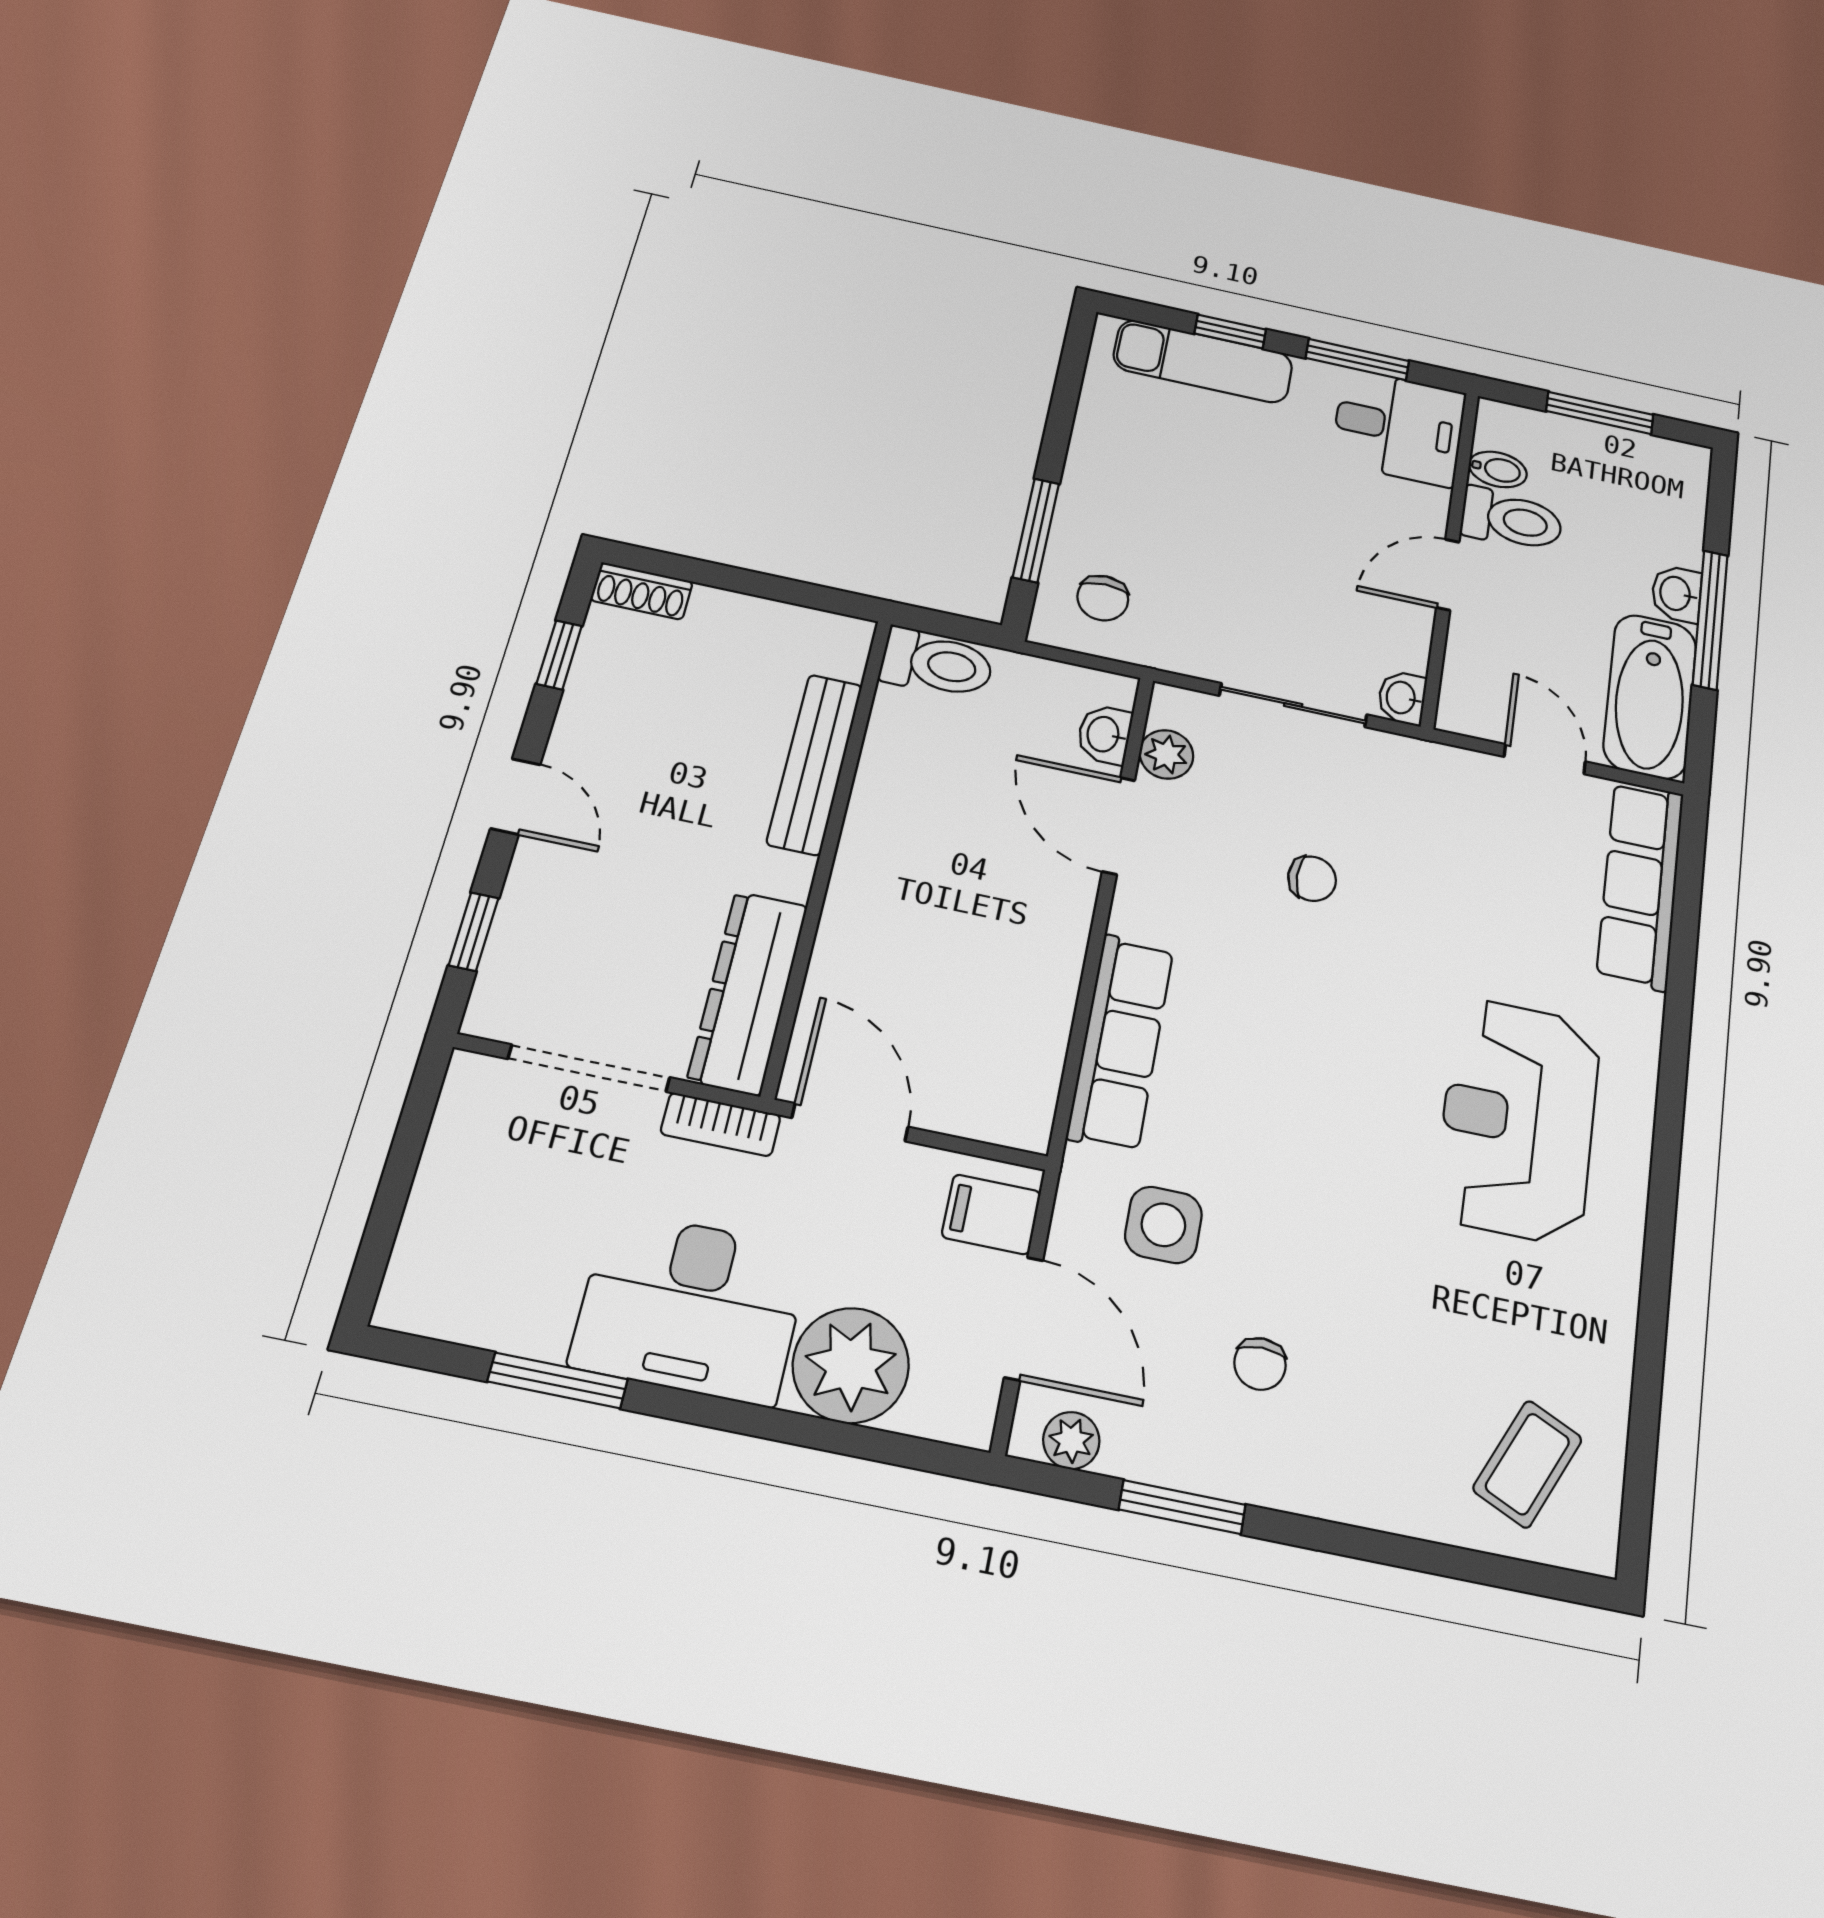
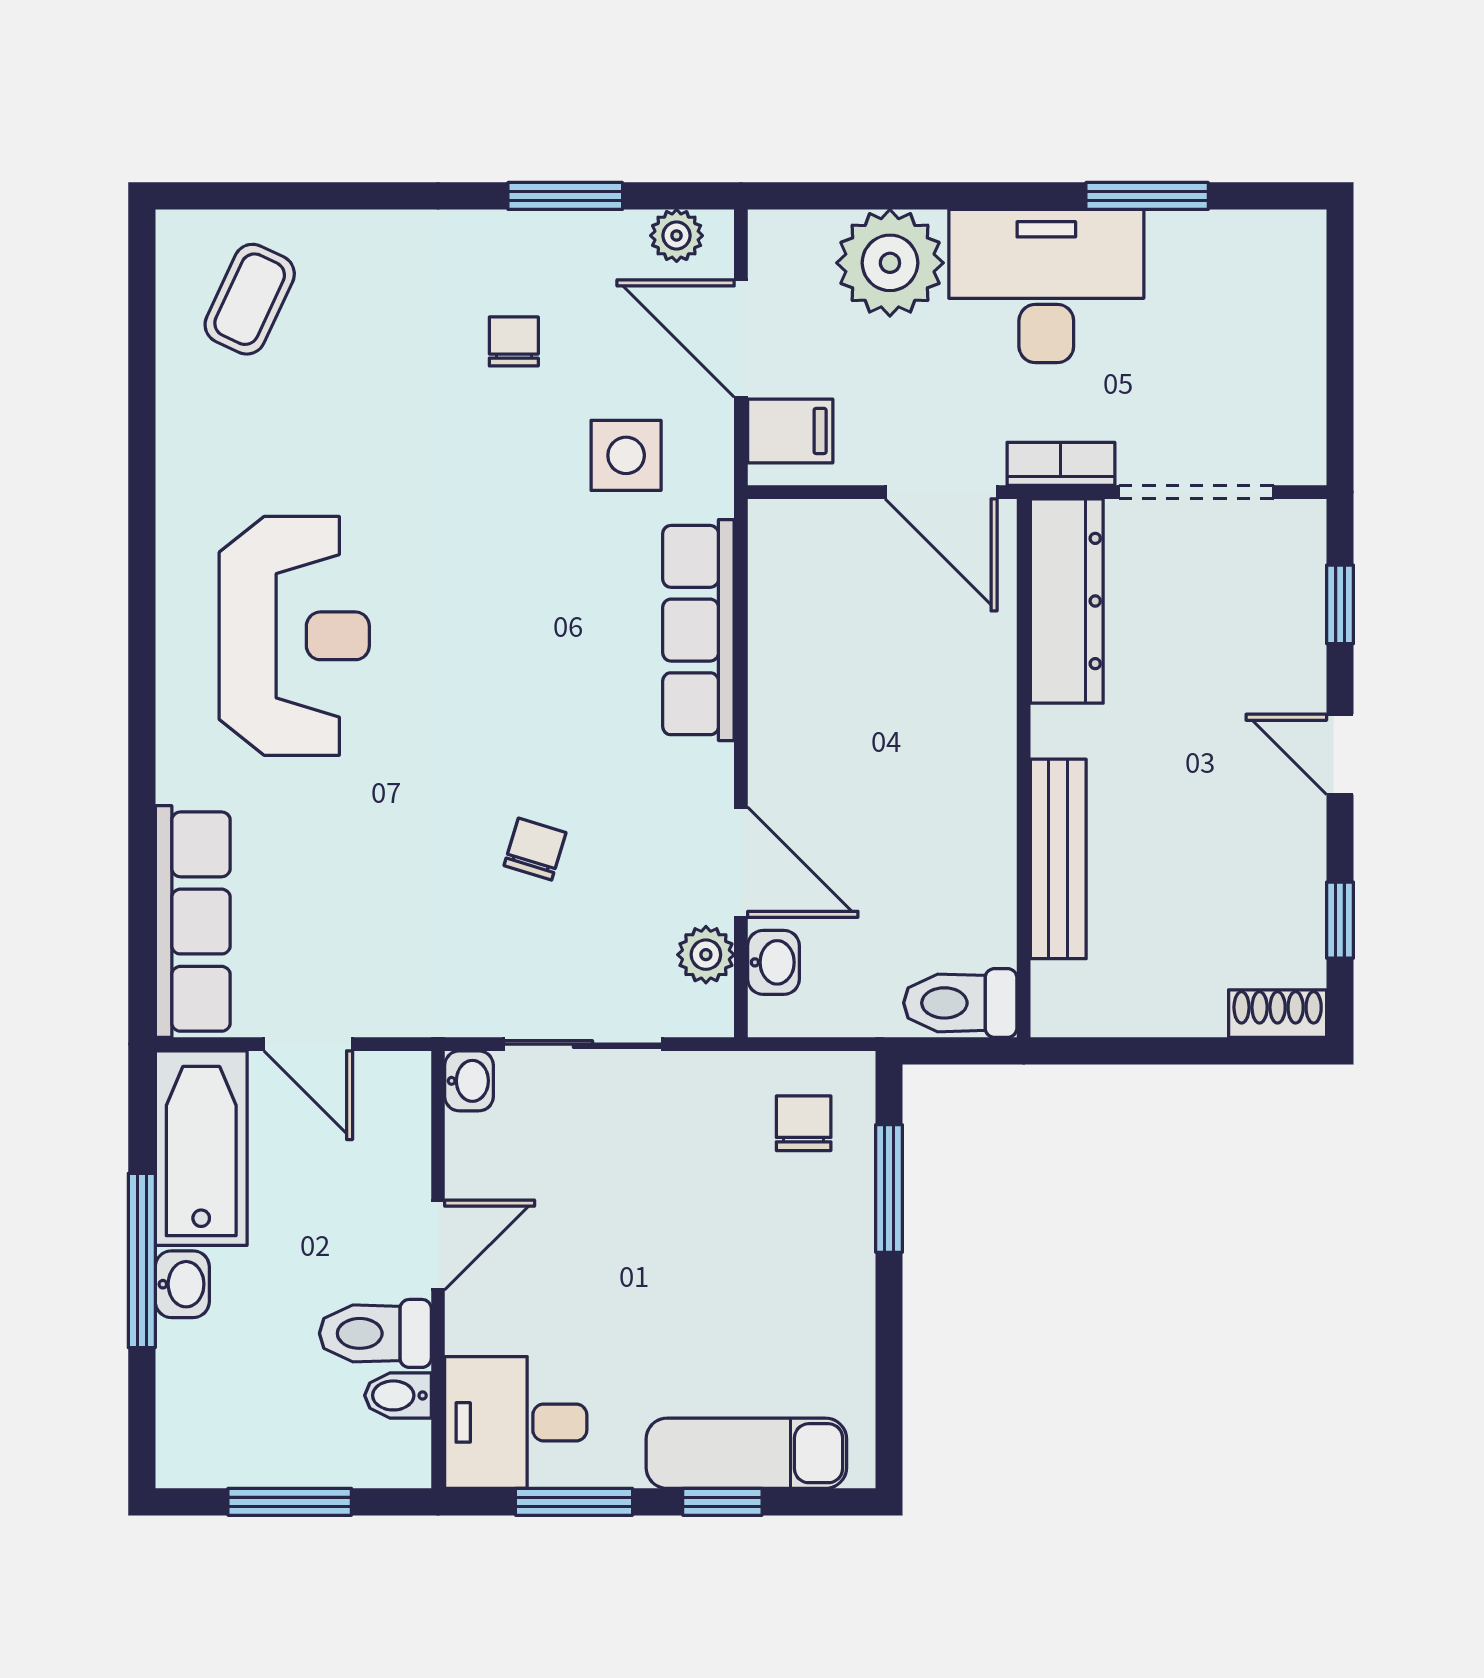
chair: (1312, 879) -> (535, 849), turned 107

